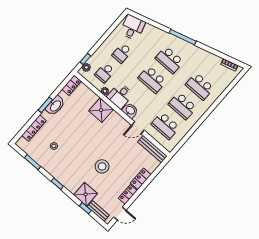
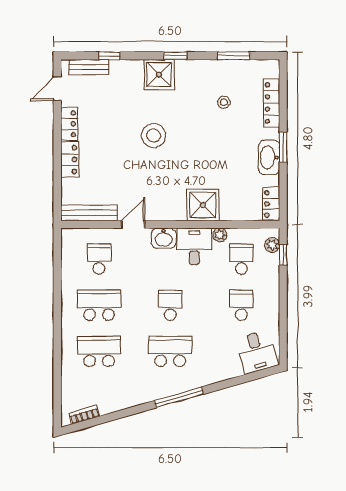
school desk: (152, 80) -> (170, 305), width x0.54
school desk: (165, 126) -> (99, 259), width x0.54
stool: (102, 166) -> (154, 136), moved
shower: (86, 194) -> (159, 75), moved

